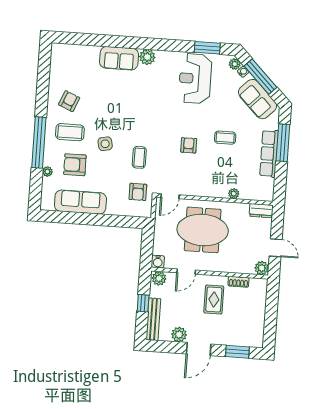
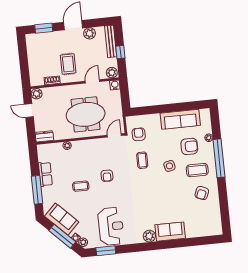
row of seats: (269, 154) -> (45, 174), width x0.68

